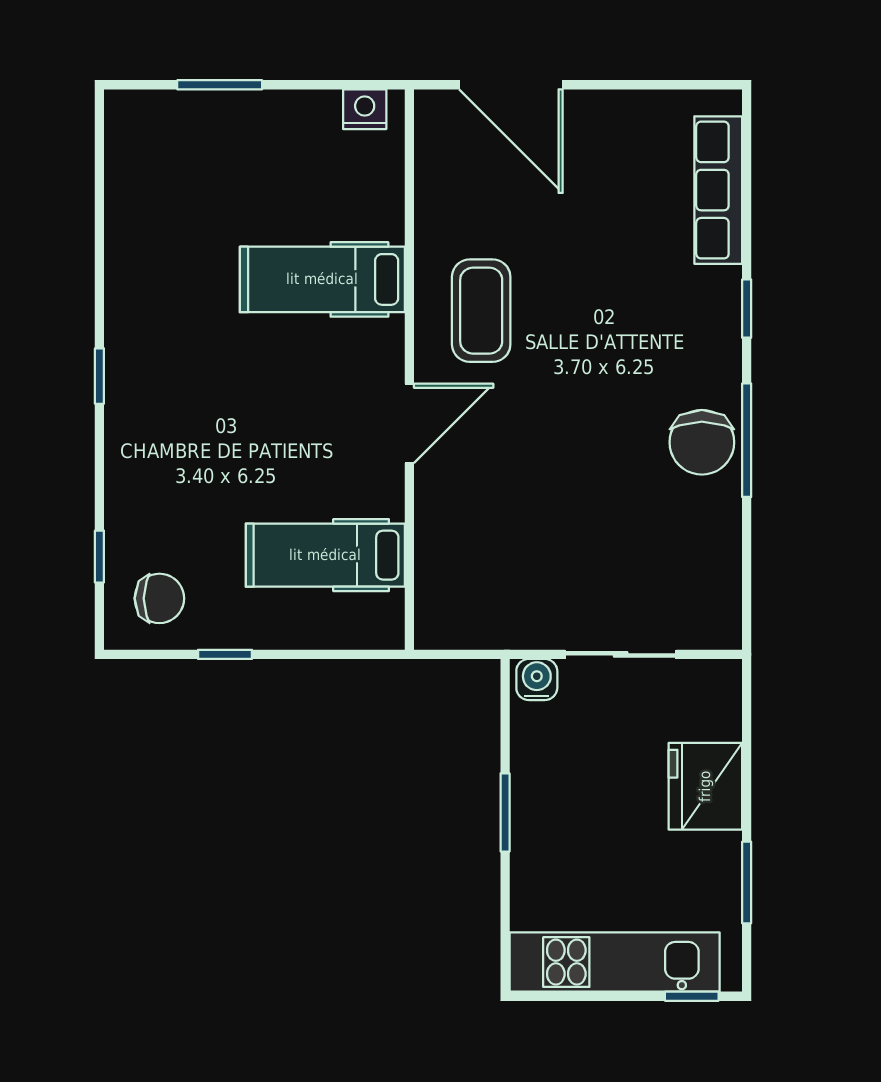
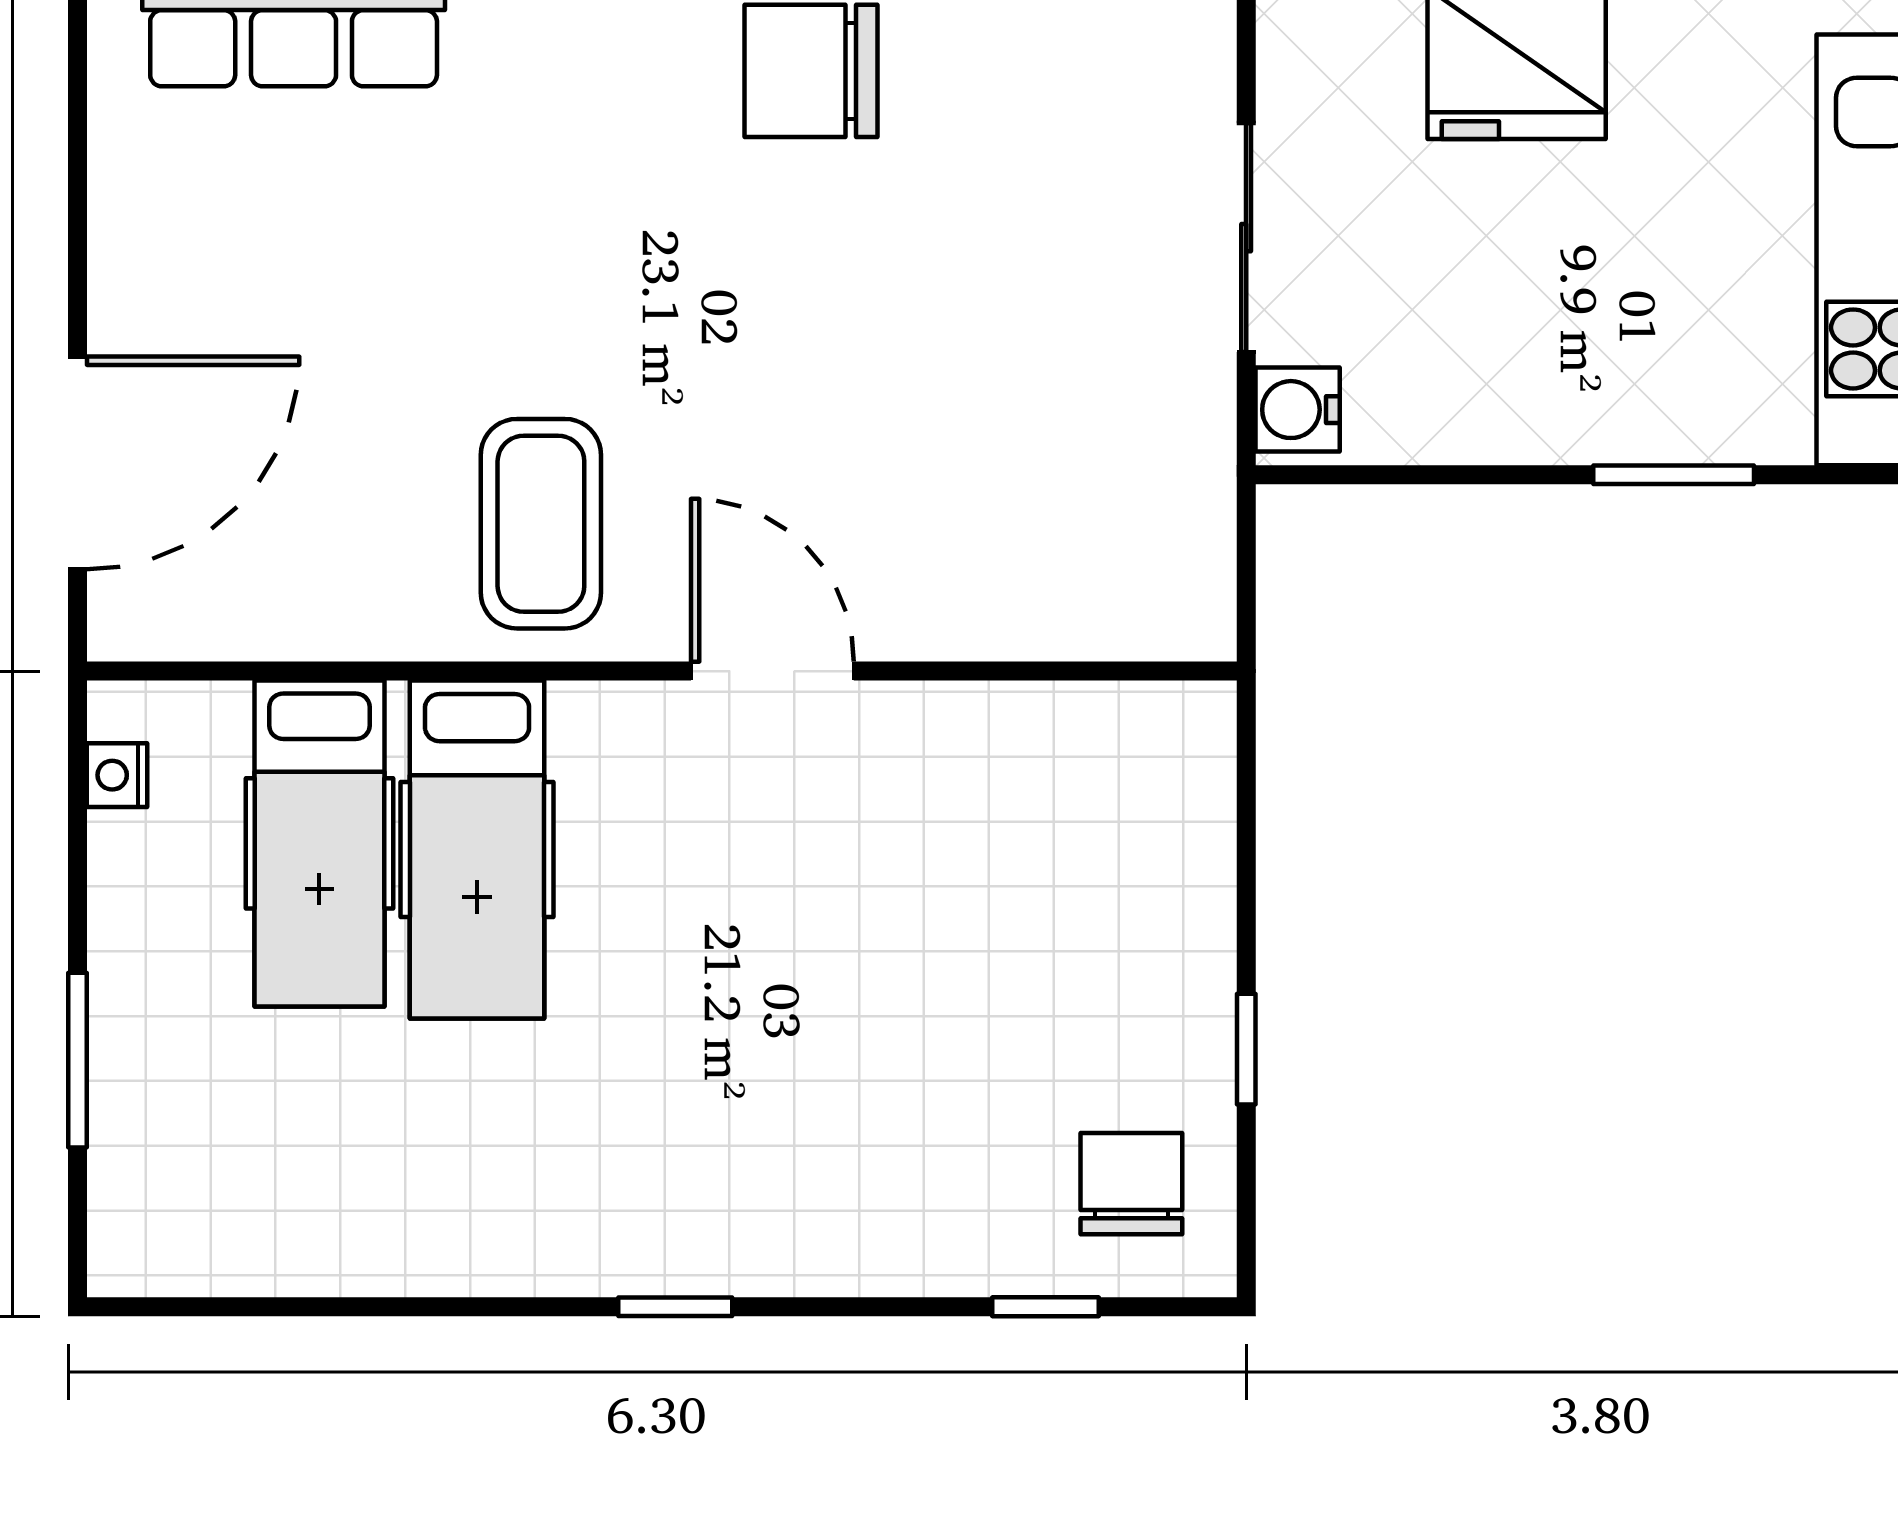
nightstand: (365, 109) -> (117, 775), width x0.72, depth x0.74
coffee table: (481, 311) -> (541, 524), turned 90
chair: (702, 442) -> (811, 71), turned 180
hospital bed: (325, 555) -> (319, 843), moved
window: (505, 812) -> (1674, 475), moved

